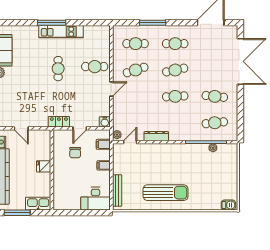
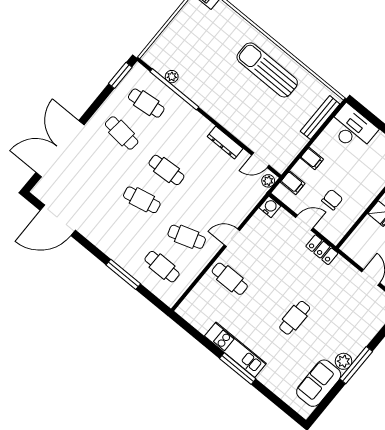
cafe table: (175, 44) -> (117, 230), removed
cafe table: (58, 69) -> (295, 318), moved
window: (240, 126) -> (120, 75), added

